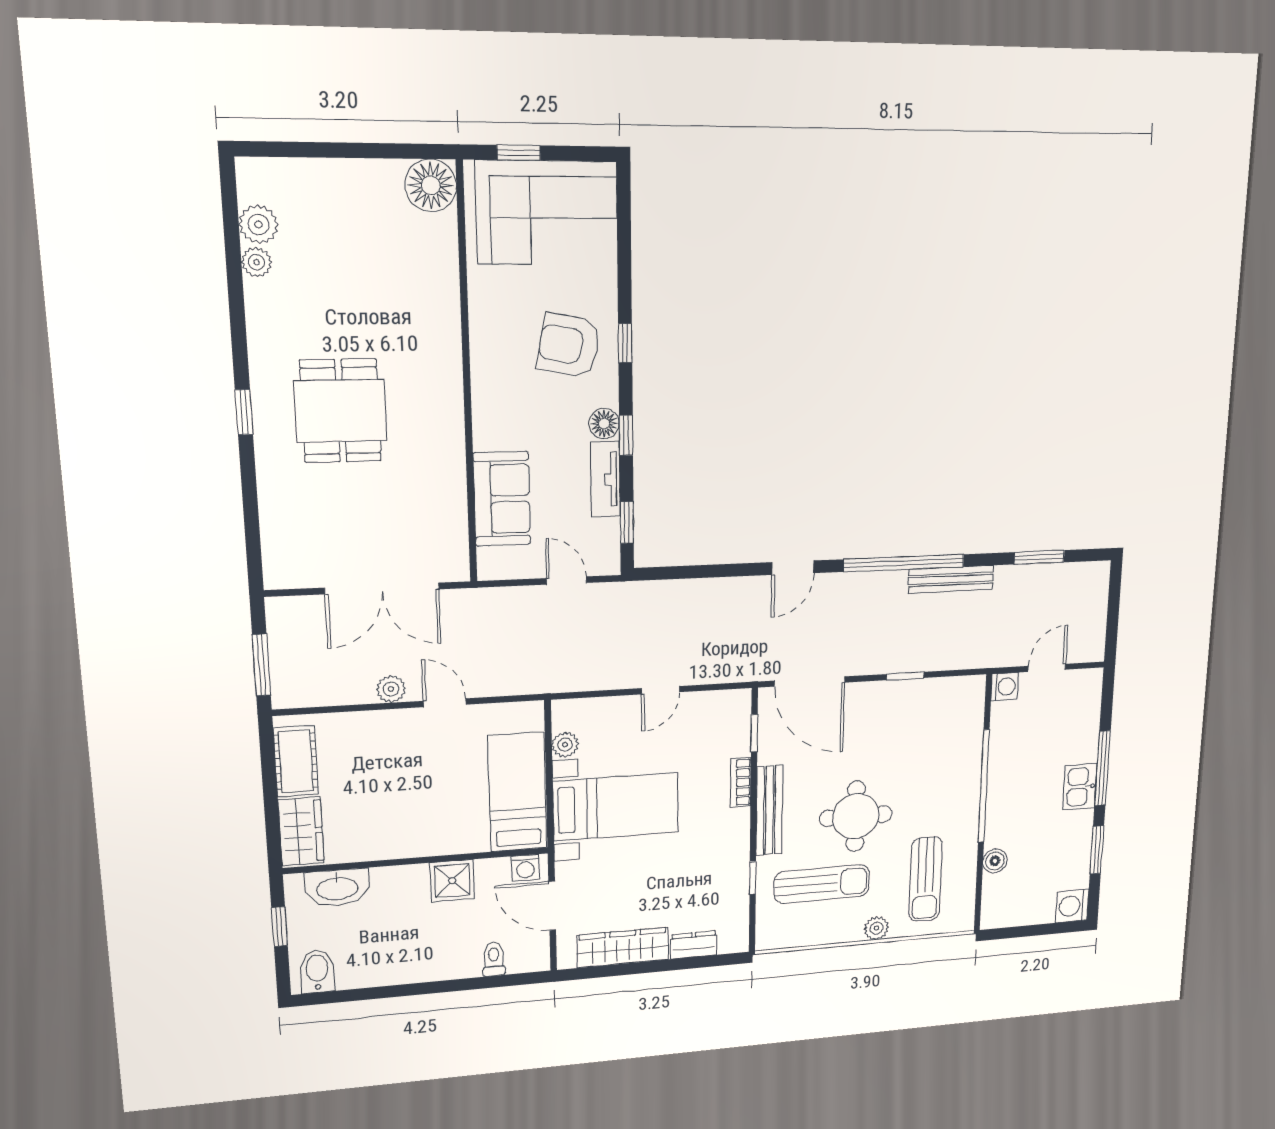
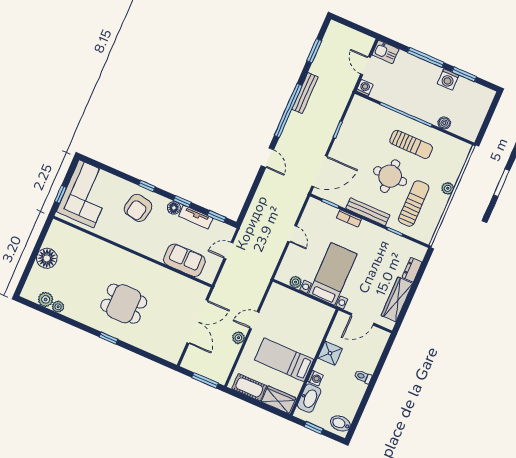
floor lamp: (431, 185) -> (47, 258), moved
kitchen sink: (1080, 787) -> (385, 52), moved
bed: (517, 792) -> (284, 360), moved
washing machine: (525, 868) -> (315, 378), moved
sun lounger: (925, 879) -> (411, 144), moved
washing machine: (1072, 906) -> (448, 79), moved
toilet: (494, 959) -> (363, 377), moved

